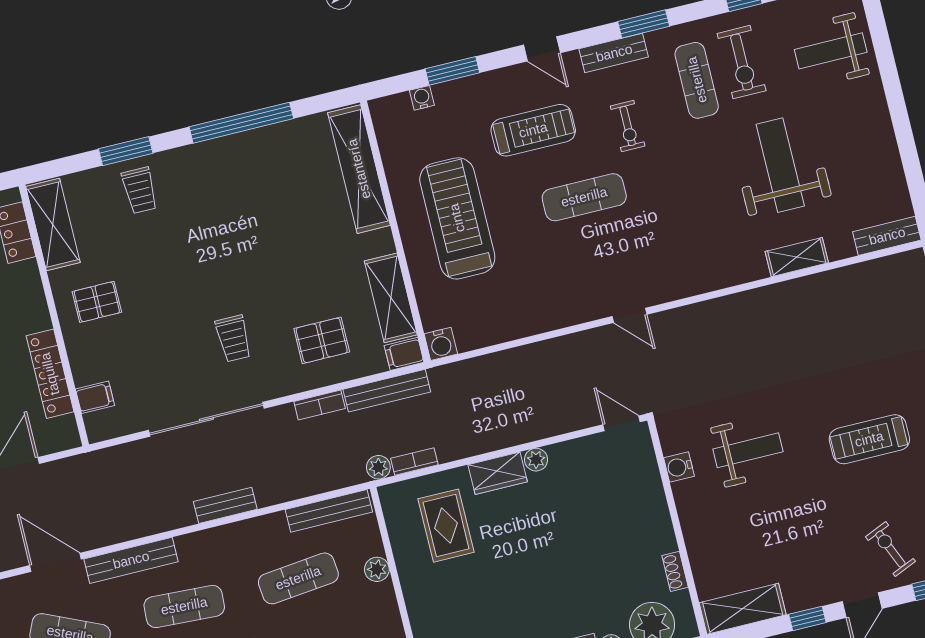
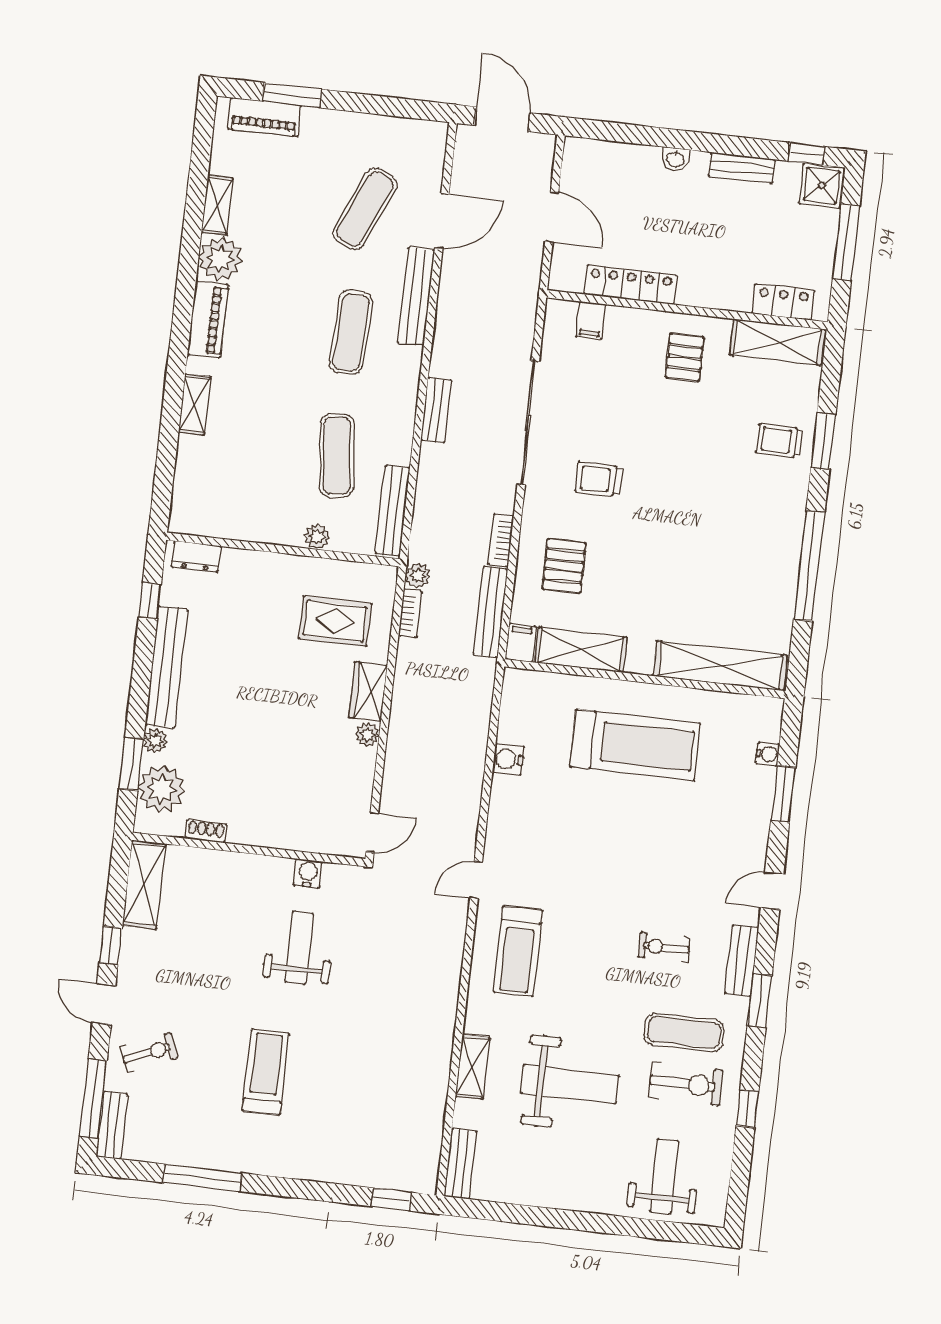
exercise bike: (742, 62) -> (686, 1084), turned 180
treadmill: (533, 130) -> (518, 951), moved
exercise mat: (584, 197) -> (610, 878), removed
water cooler: (441, 344) -> (508, 759), moved
weight bench: (748, 450) -> (299, 948), turned 180

